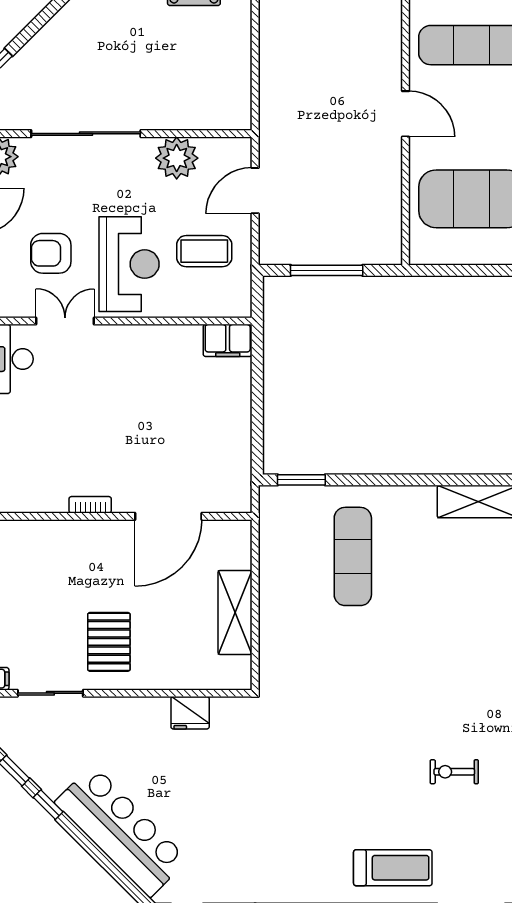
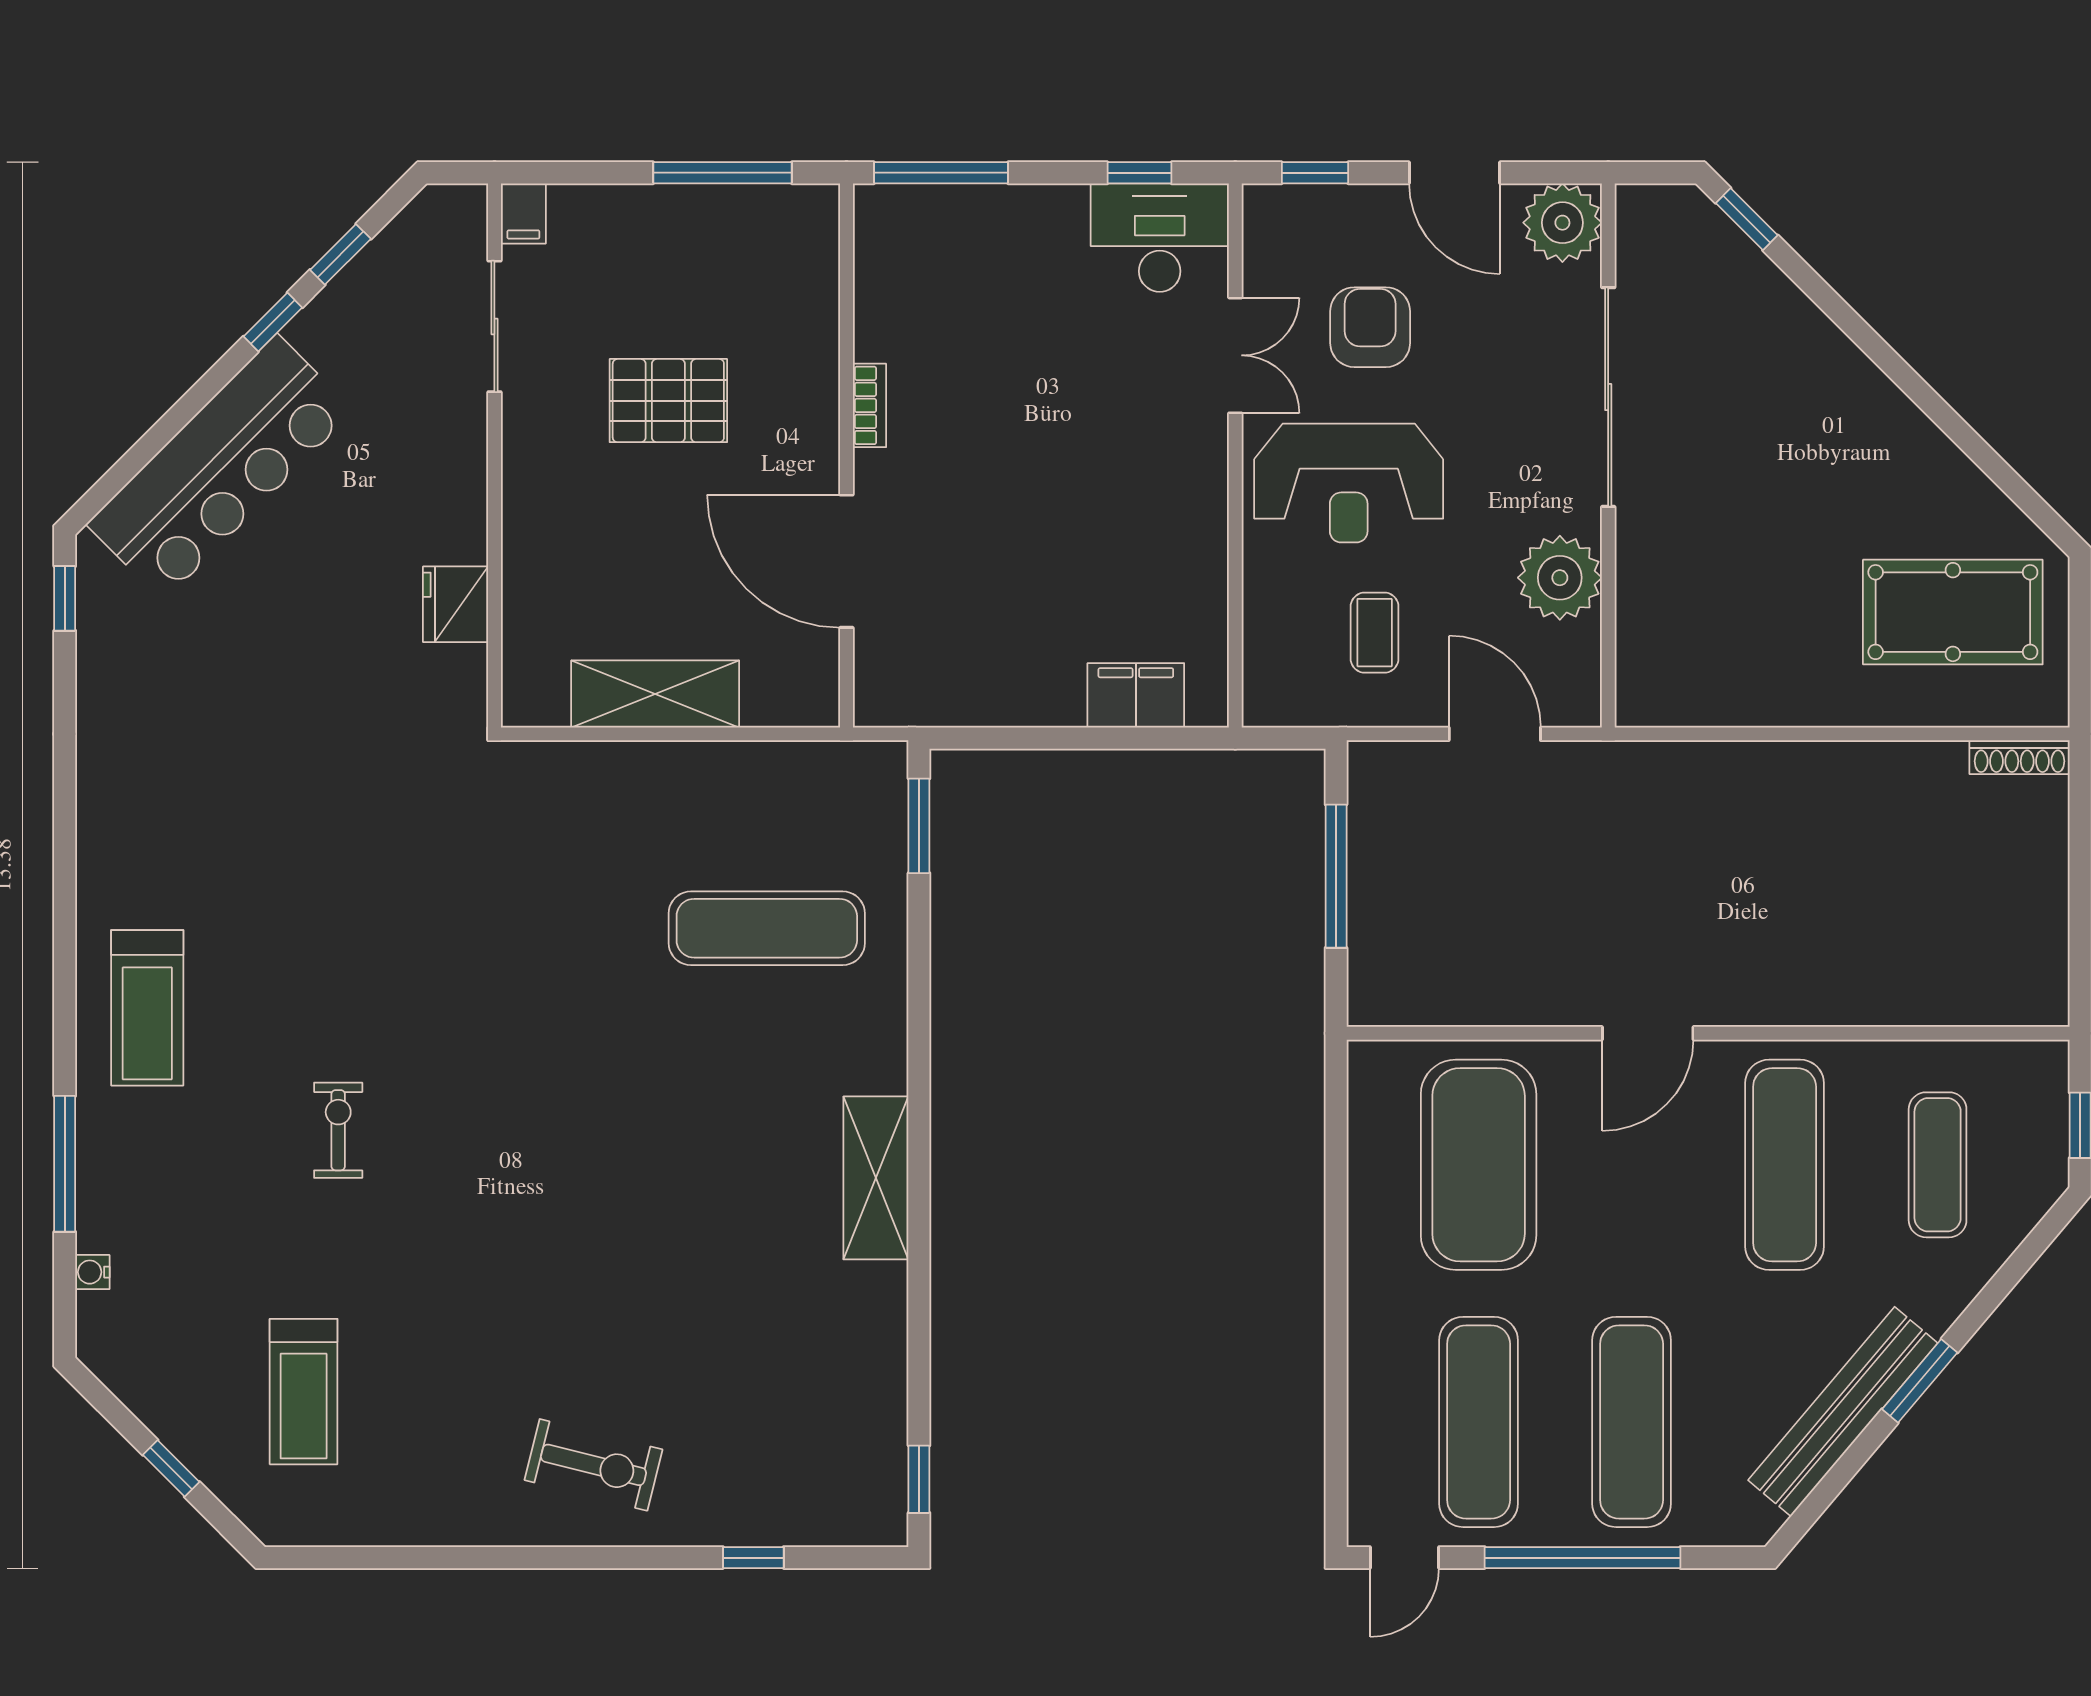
coffee table: (204, 251) -> (1375, 633), width x0.73, depth x0.77
filing cabinet: (228, 340) -> (1136, 695), moved, turned 90
pallet: (109, 642) -> (668, 401), moved

